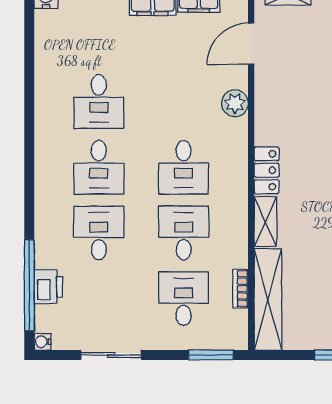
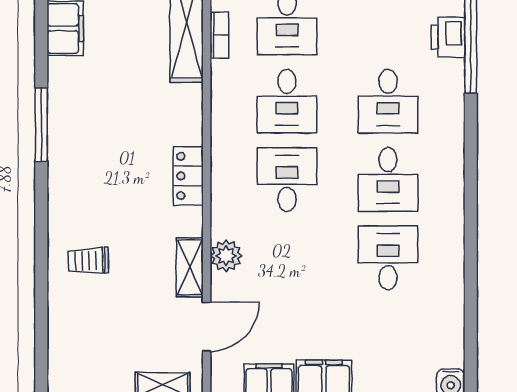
desk: (99, 167) -> (388, 179), turned 180
shelving: (265, 222) -> (190, 267), moved

